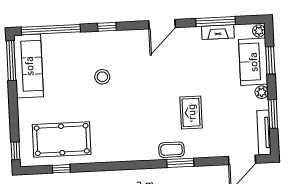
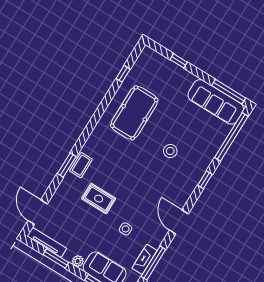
side table: (202, 69) -> (126, 229), added
pool table: (62, 139) -> (134, 113), moved
window: (15, 151) -> (179, 61), moved

